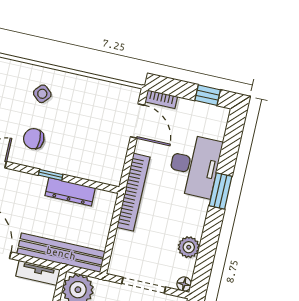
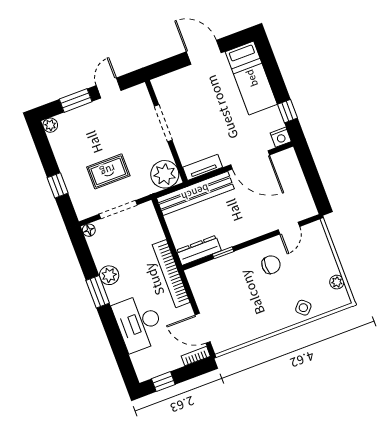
side table: (42, 94) -> (303, 308), moved
window: (51, 175) -> (223, 253), moved
window: (221, 191) -> (98, 292), moved
dresser: (70, 192) -> (199, 250), moved
plant: (189, 247) -> (109, 275), moved

